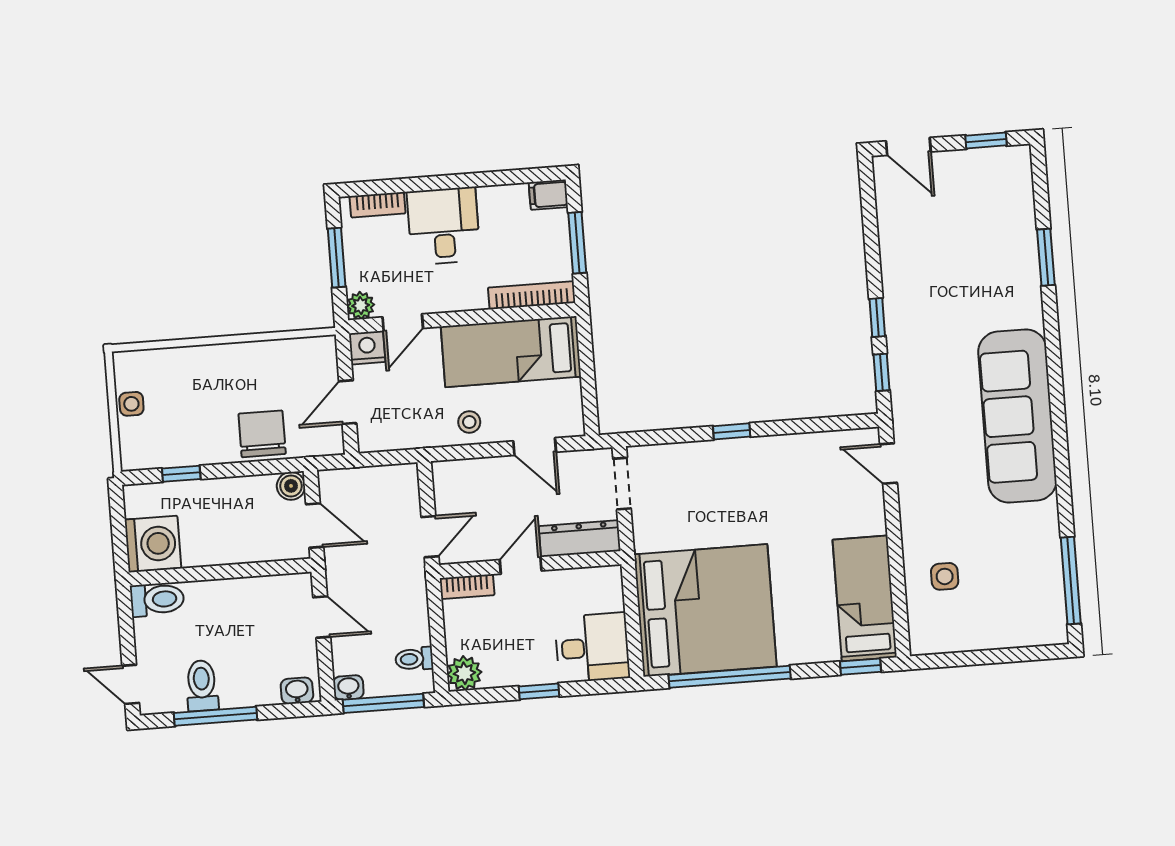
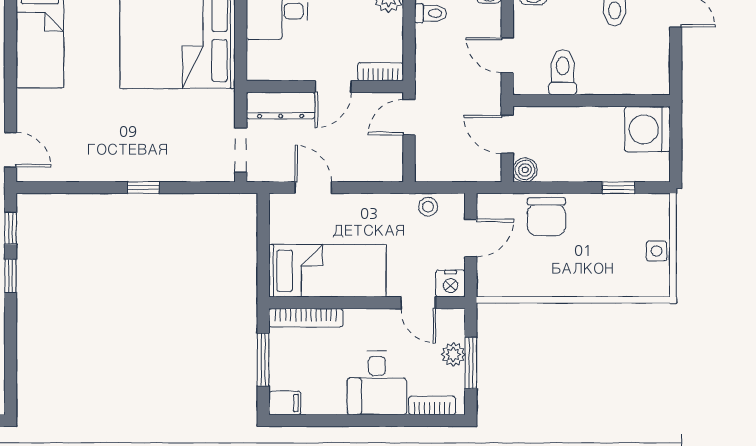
plant: (361, 305) -> (453, 354), moved
door: (403, 323) -> (418, 303), swing flipped
stool: (469, 422) -> (428, 207), moved
toilet: (157, 600) -> (563, 72), moved, turned 90

